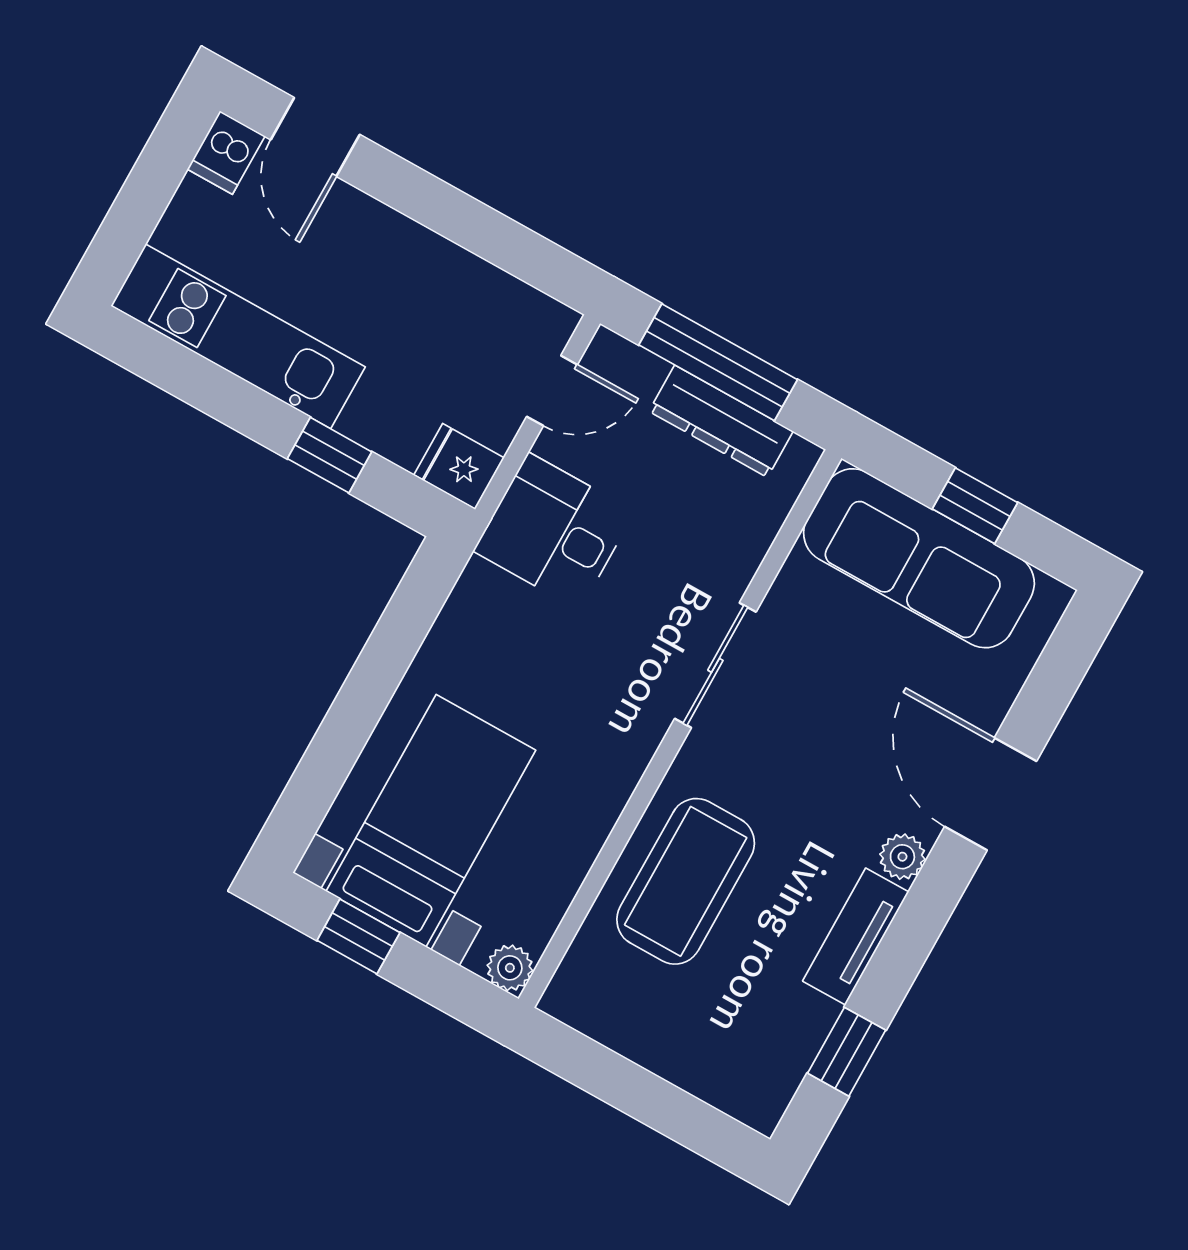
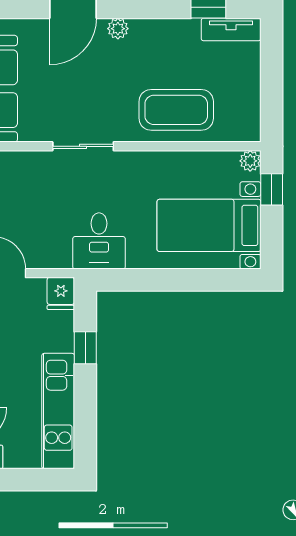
desk: (554, 531) -> (99, 241), moved
window: (358, 936) -> (272, 189), moved
tv unit: (856, 936) -> (231, 29), moved

